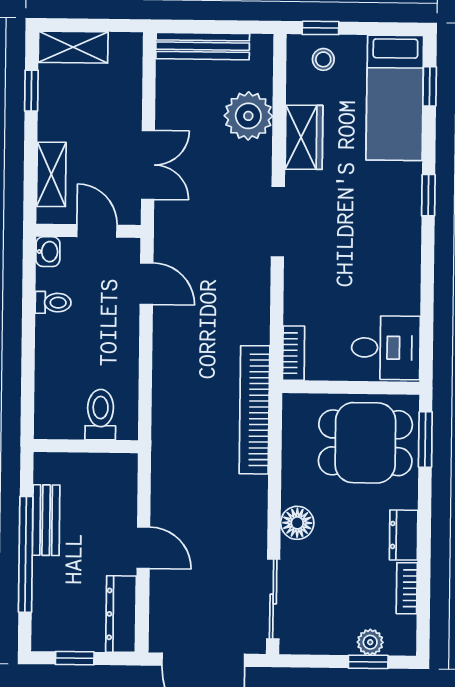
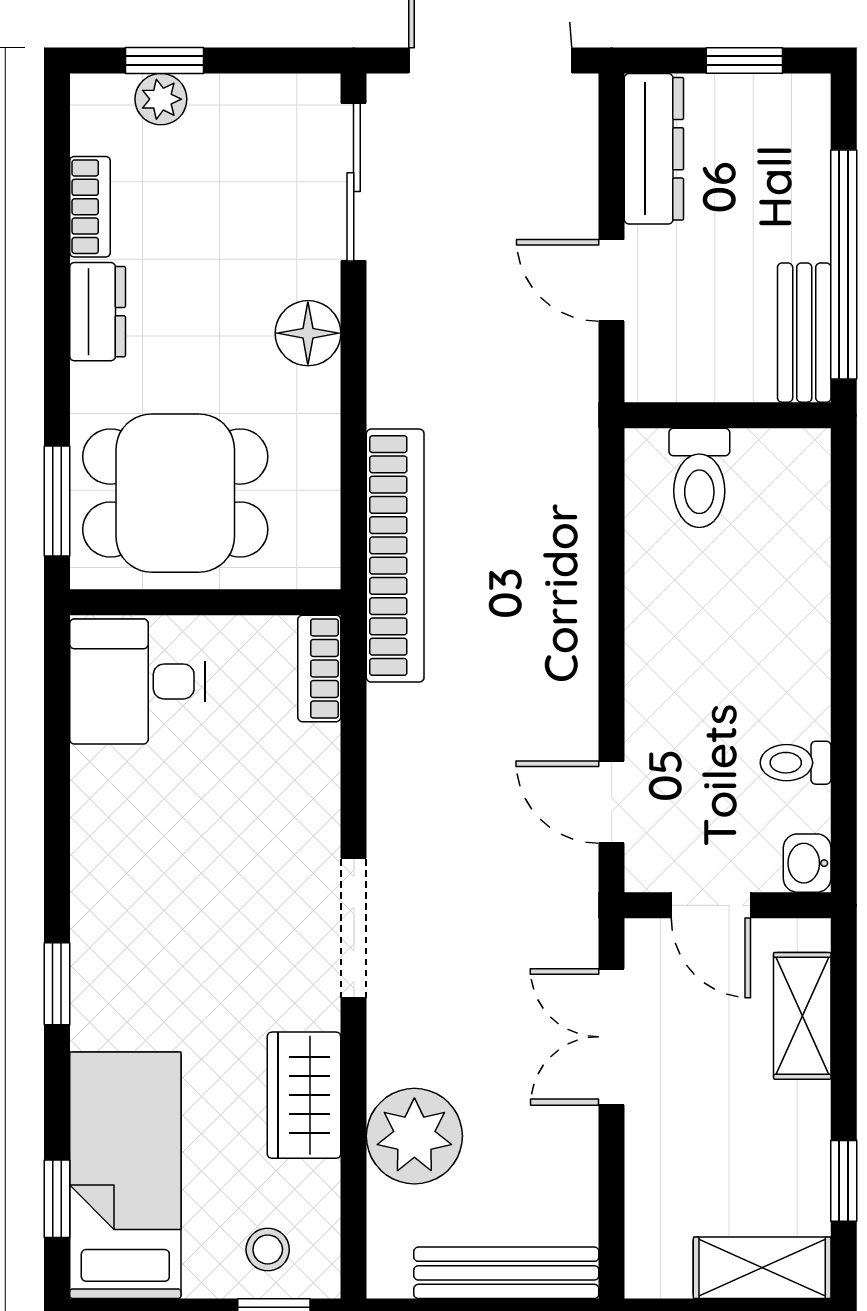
toilet: (100, 415) -> (699, 478), moved
wall: (86, 446) -> (728, 415), moved

